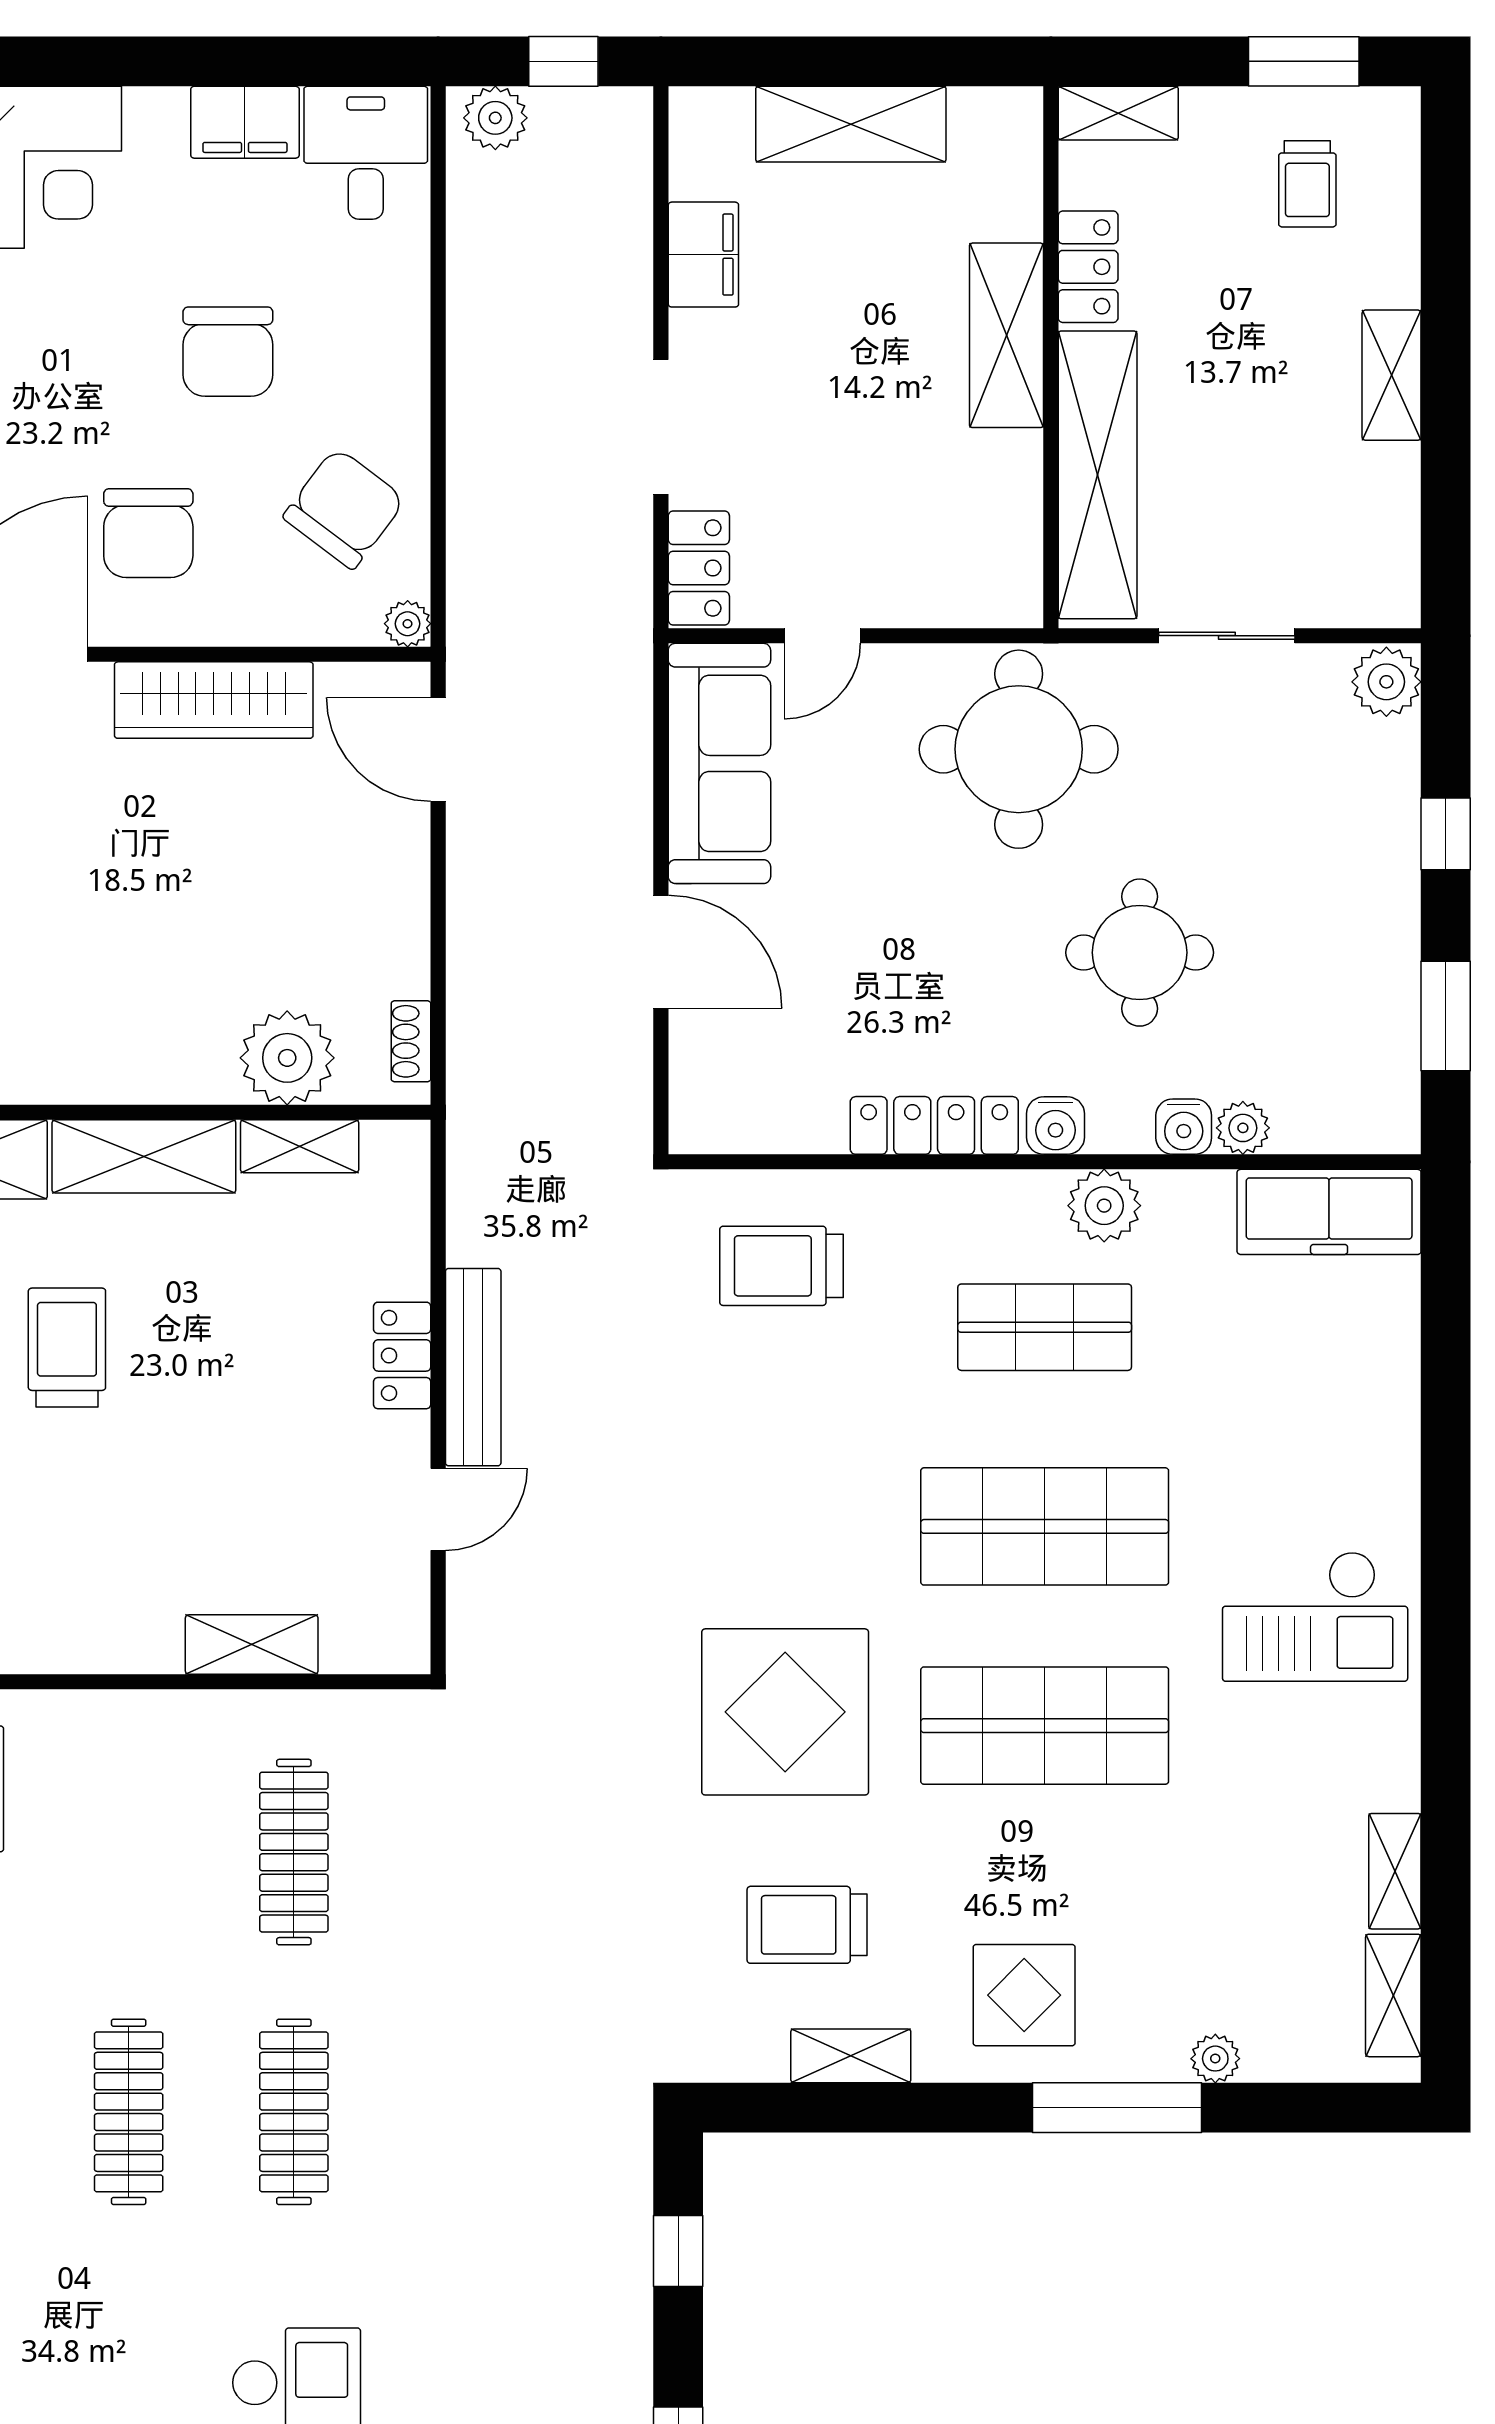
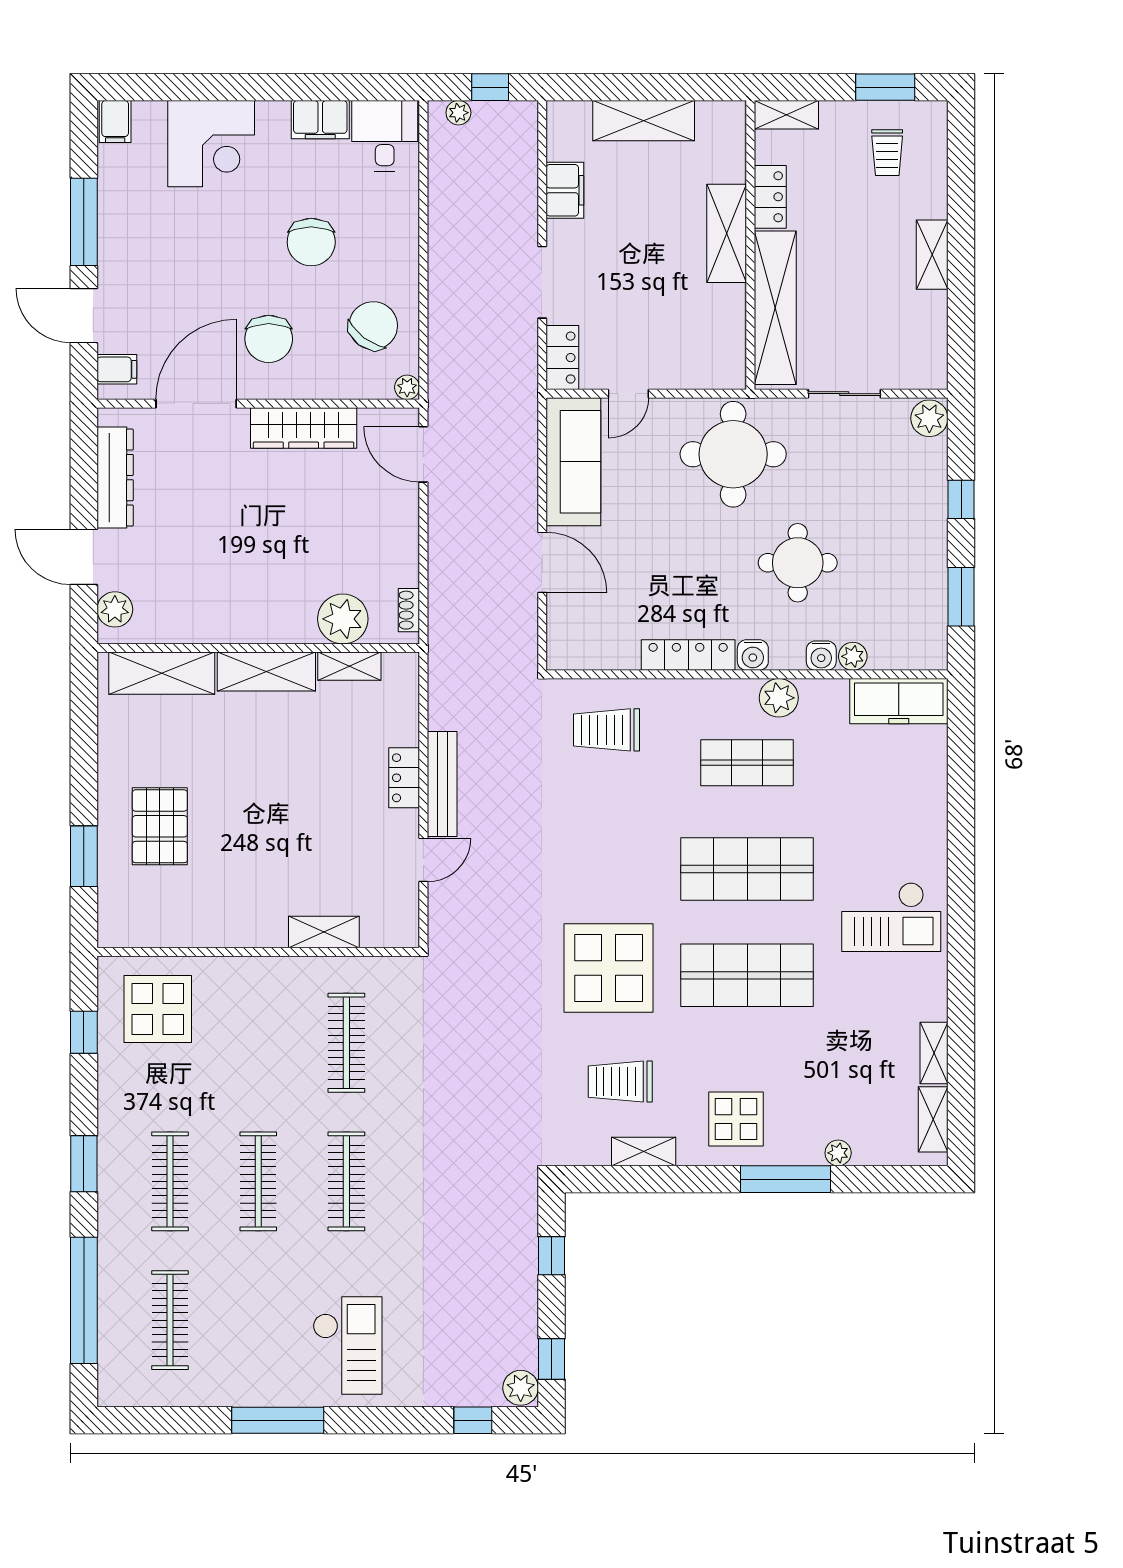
plant: (495, 118) -> (458, 113), width x0.73, depth x0.73
trolley: (67, 1348) -> (225, 774), removed

